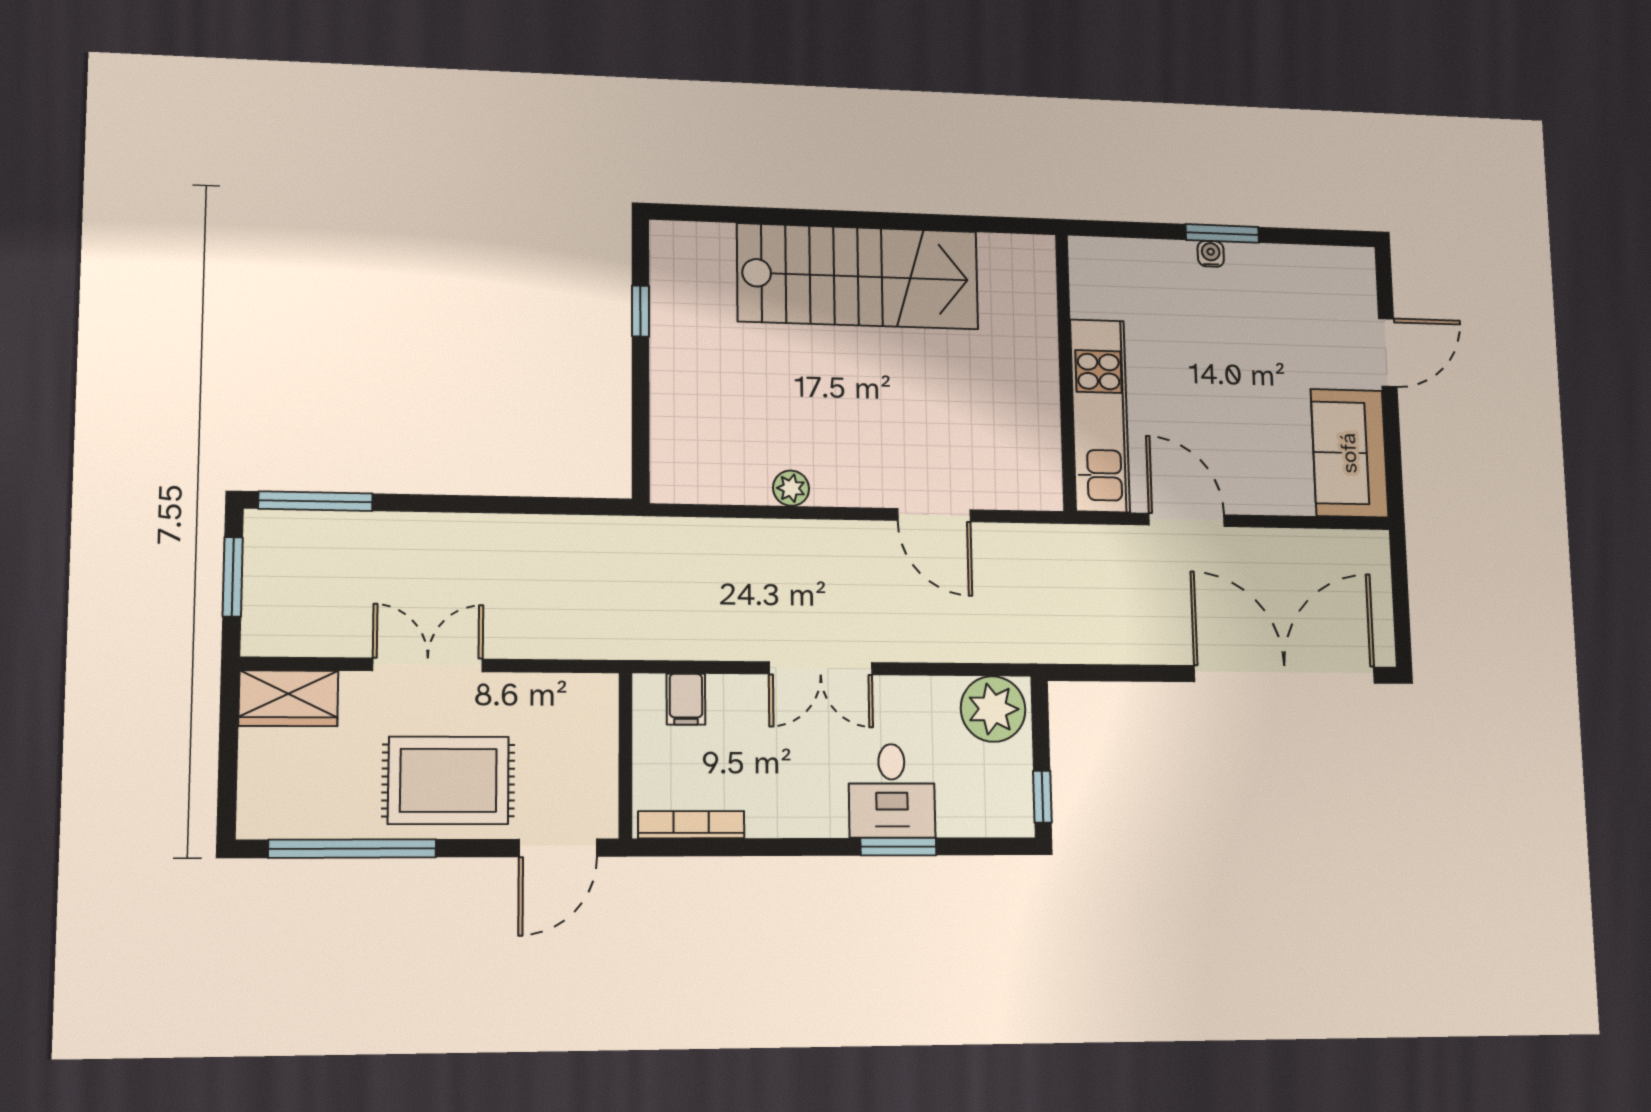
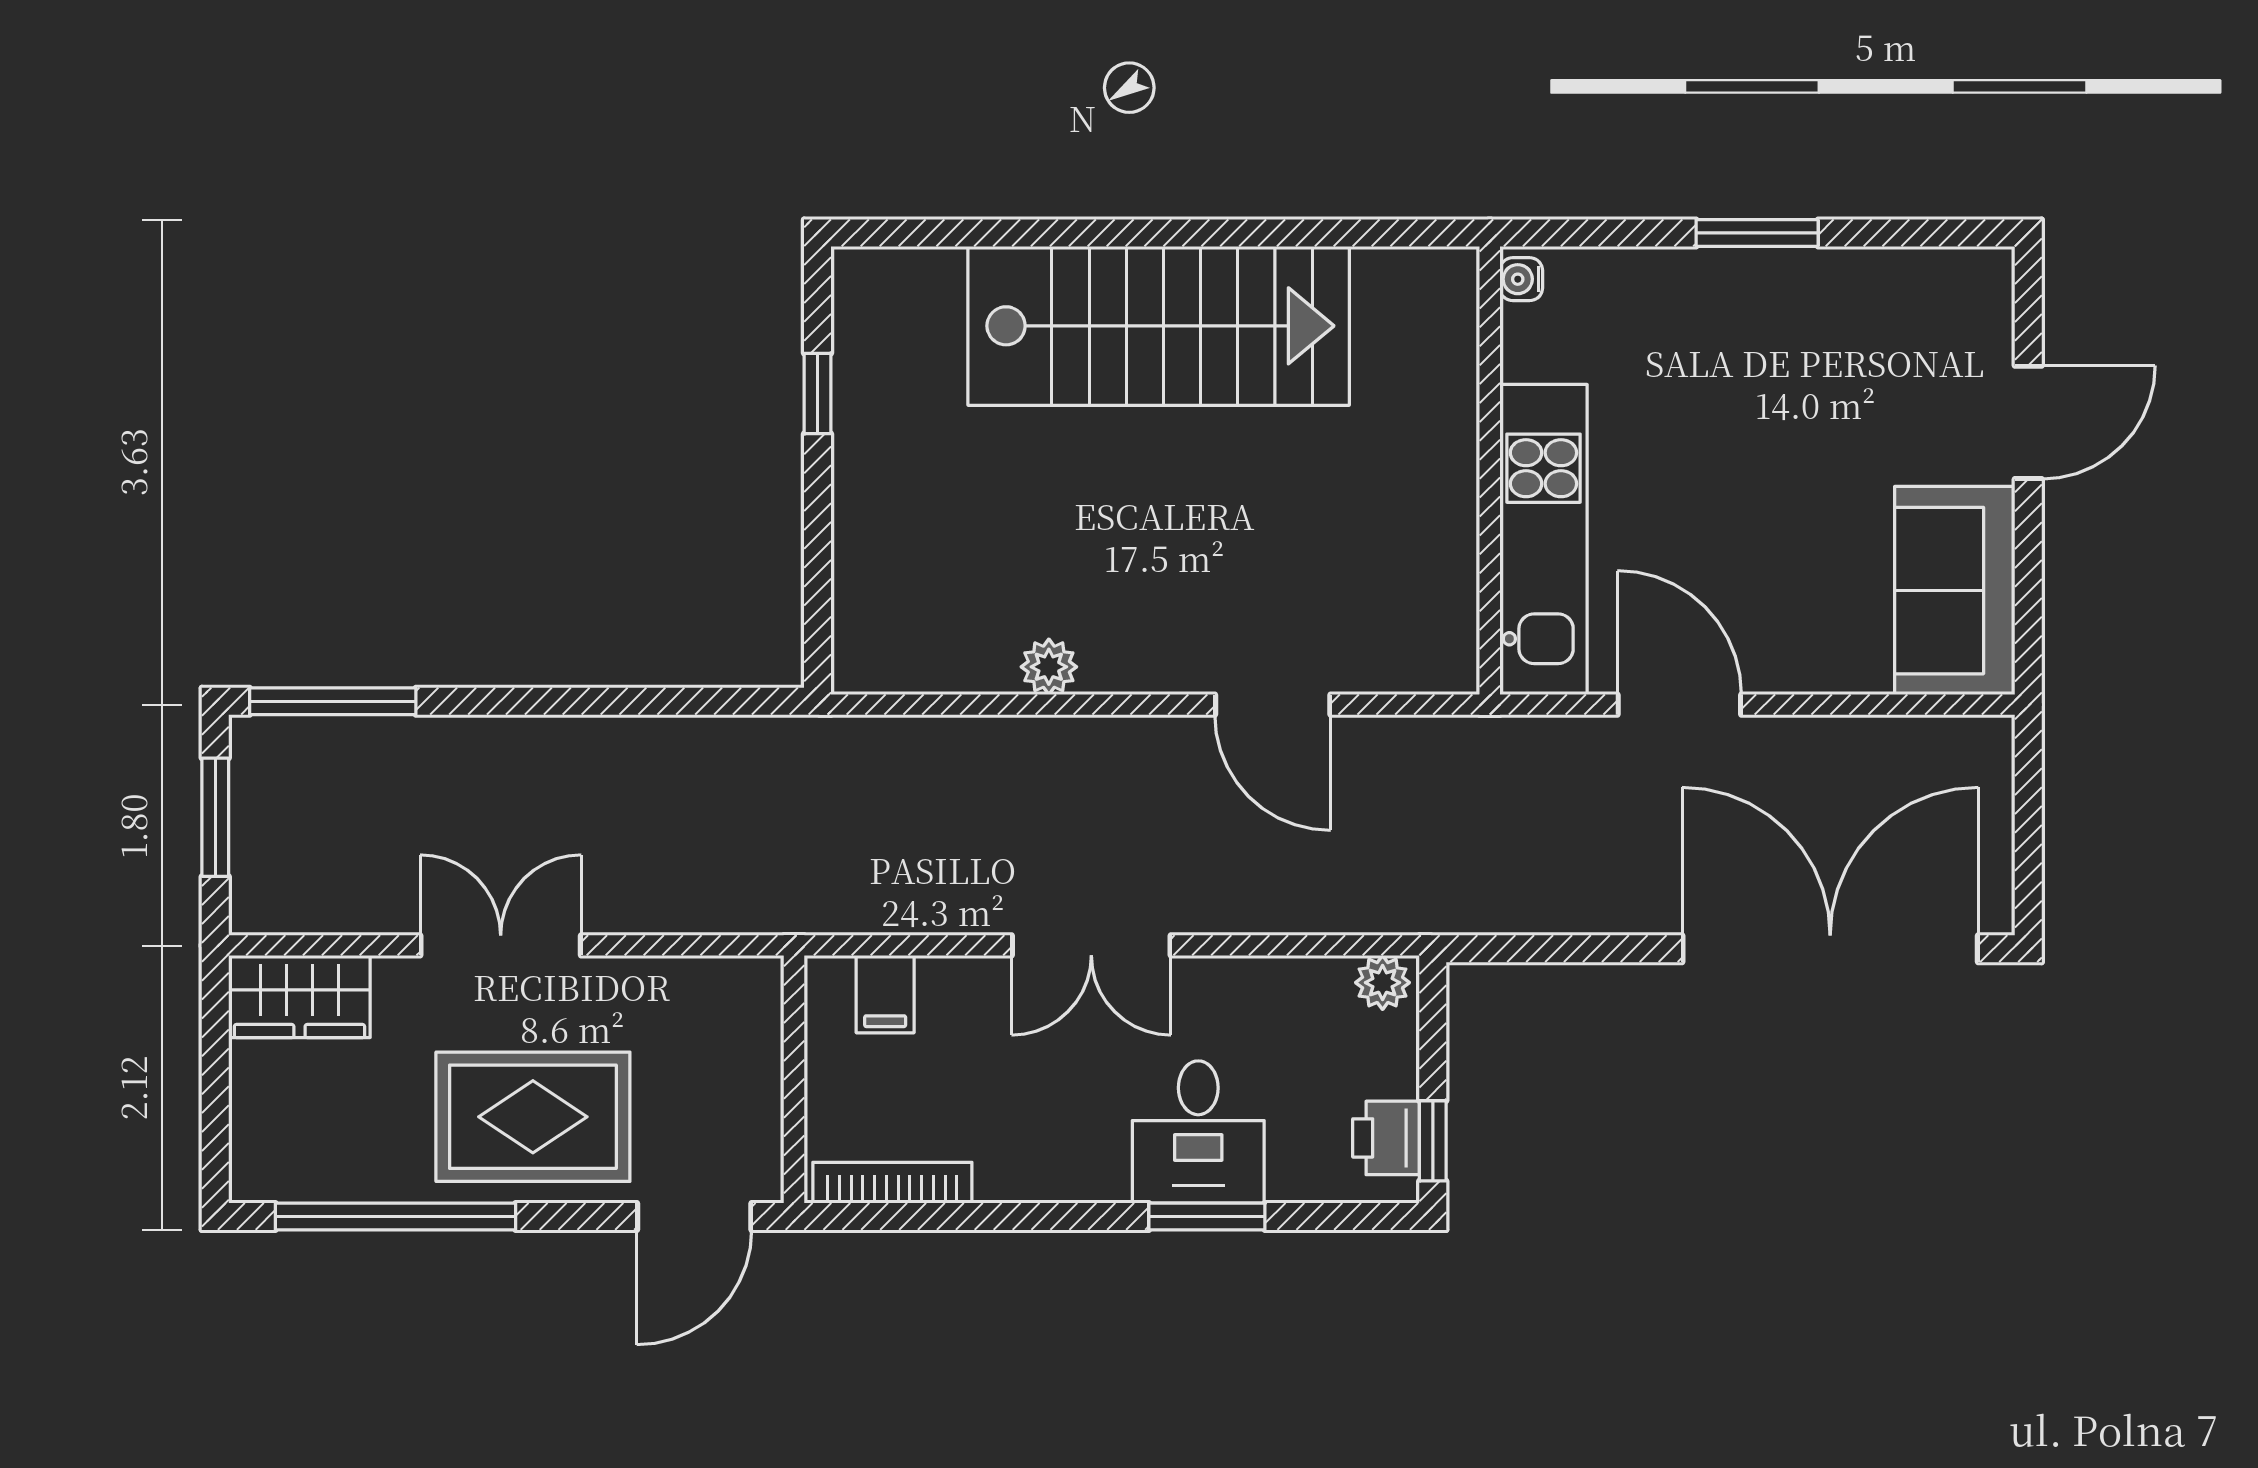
water cooler: (1211, 254) -> (1521, 279), moved, turned -90
plant: (993, 709) -> (1383, 983), width x0.53, depth x0.53
printer: (1013, 795) -> (1386, 1138), added

